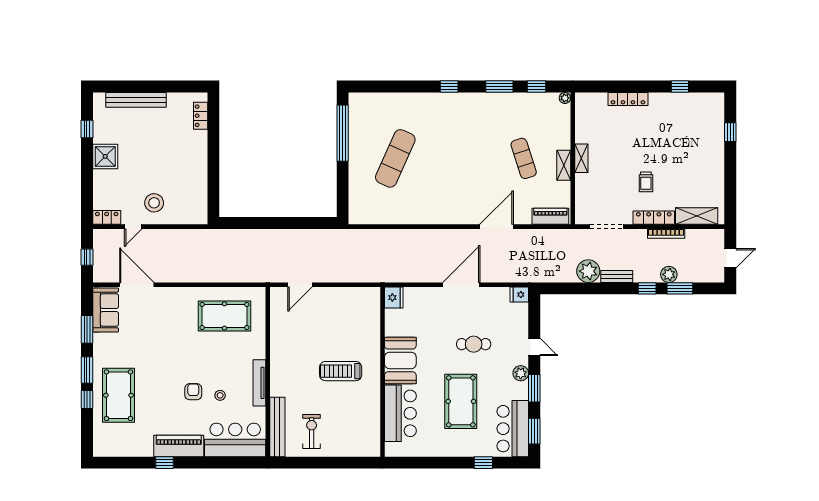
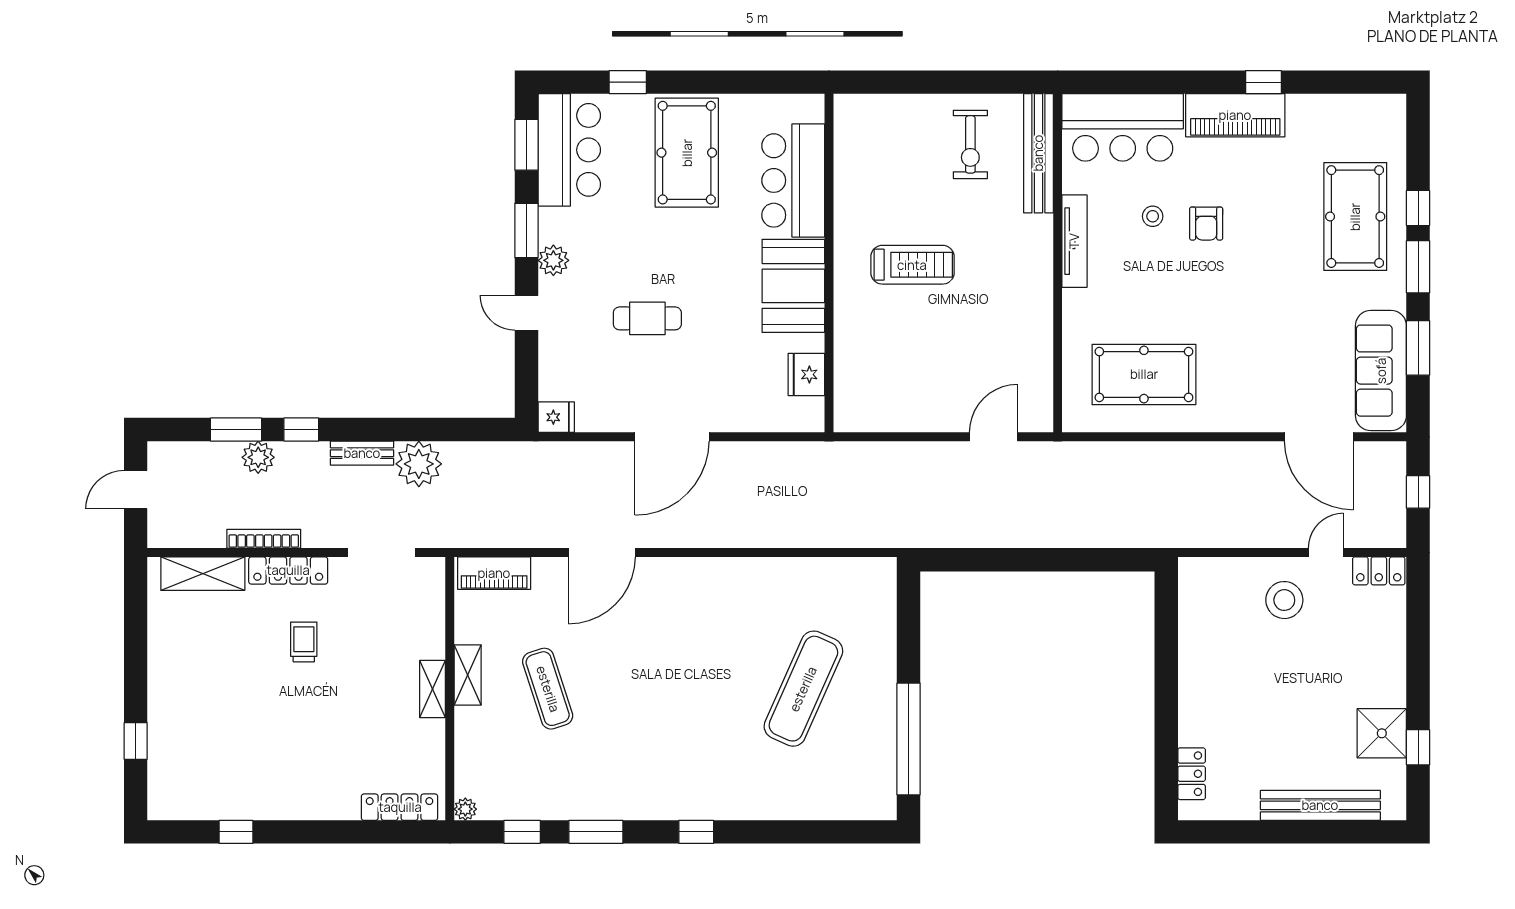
locker: (628, 99) -> (400, 807), moved
shower: (105, 156) -> (1382, 733), moved
fridge: (394, 298) -> (806, 374), moved
sofa: (106, 310) -> (1381, 371), width x1.36
pool table: (461, 401) -> (687, 153), moved

